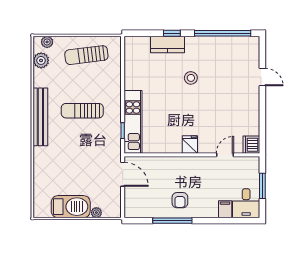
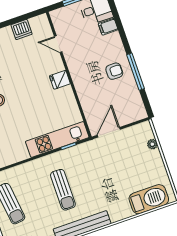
dishwasher: (251, 145) -> (21, 30), moved
barbecue: (71, 207) -> (149, 199), moved, turned 90

